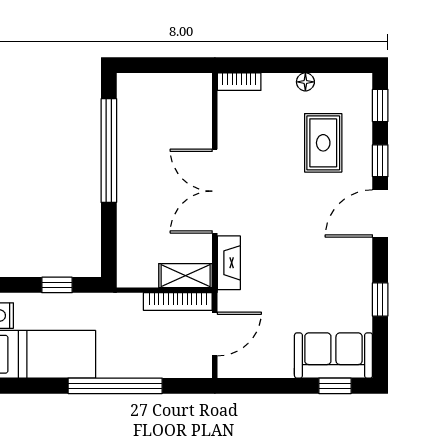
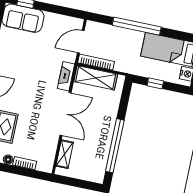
bookcase: (239, 82) -> (25, 163), moved
shelving: (200, 115) -> (65, 154), added
shelving: (186, 276) -> (96, 78), width x1.50, depth x1.33

